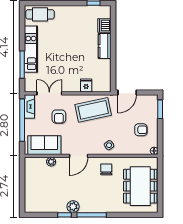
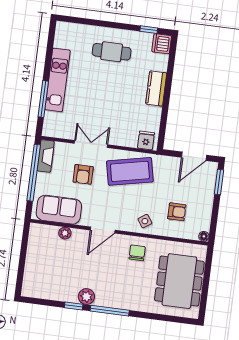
cafe table: (40, 14) -> (112, 52), moved
dishwasher: (104, 26) -> (162, 44), moved
fridge: (86, 85) -> (146, 140), moved
door: (127, 92) -> (194, 156), moved
double door: (49, 93) -> (91, 144), moved
armchair: (141, 130) -> (177, 212), moved

